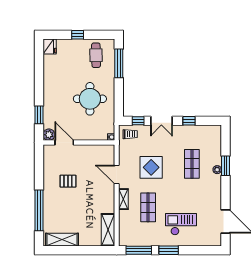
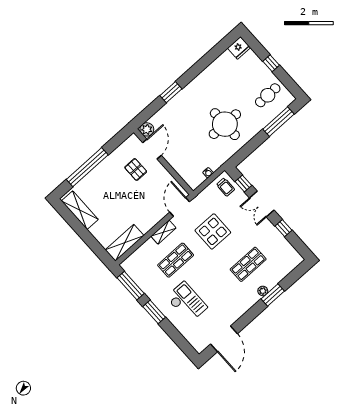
plant: (49, 135) -> (147, 129), moved
door: (64, 143) -> (152, 149), moved
wall: (79, 143) -> (163, 162), moved

